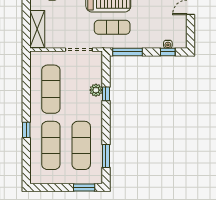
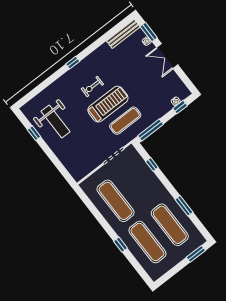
shelving: (37, 29) -> (71, 165), removed
plant: (96, 90) -> (149, 176), removed
window: (106, 94) -> (152, 164), moved
window: (106, 156) -> (184, 206), moved

